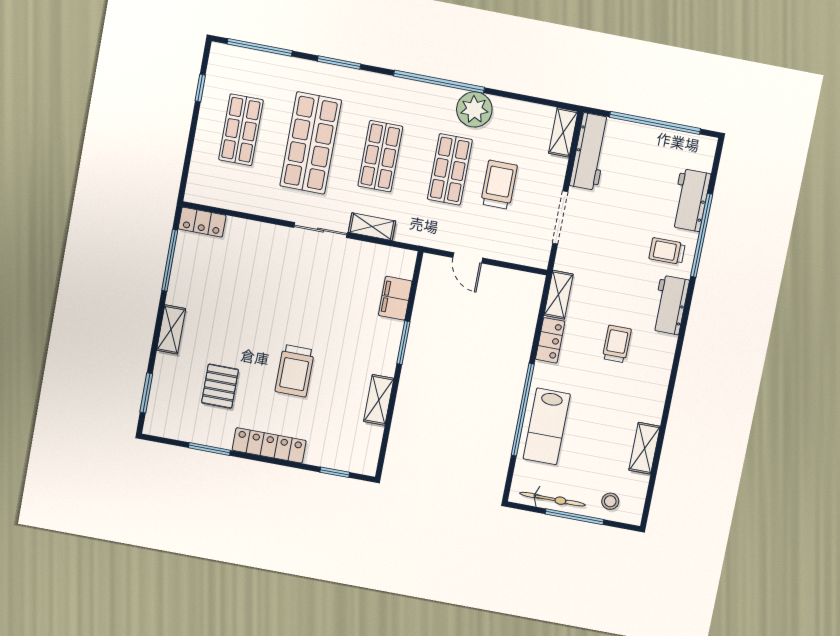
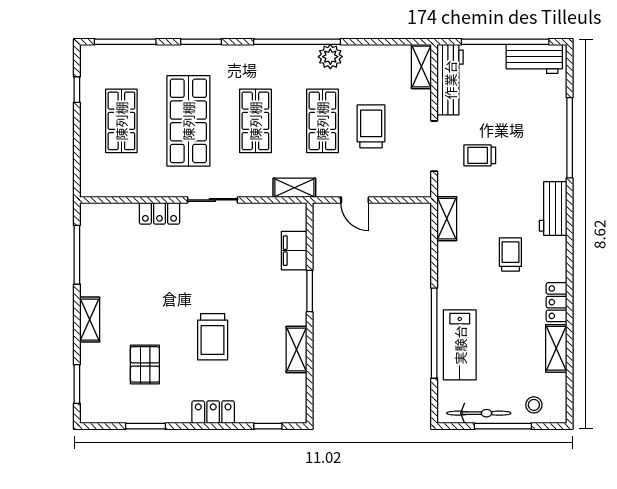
plant: (474, 109) -> (330, 57), width x0.73, depth x0.73
workbench: (690, 200) -> (534, 59), moved, turned -90
locker: (202, 222) -> (159, 213), moved
shelving: (372, 227) -> (294, 188), moved
trolley: (667, 251) -> (480, 155), moved
locker: (550, 340) -> (557, 302), moved, turned 180
locker: (269, 445) -> (213, 412), width x0.66

